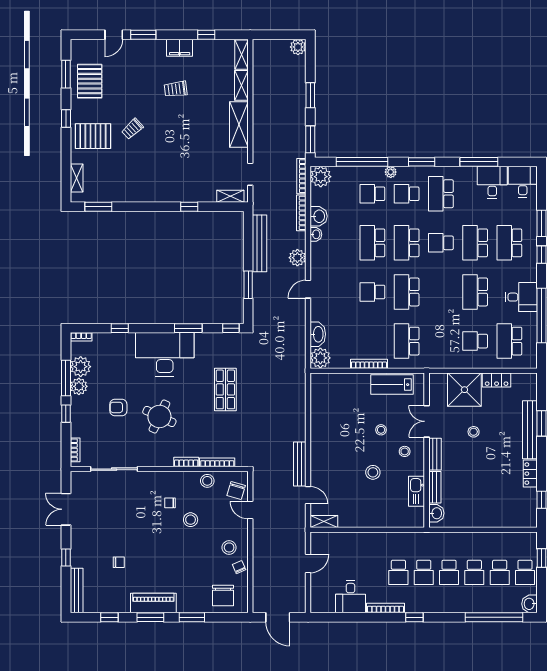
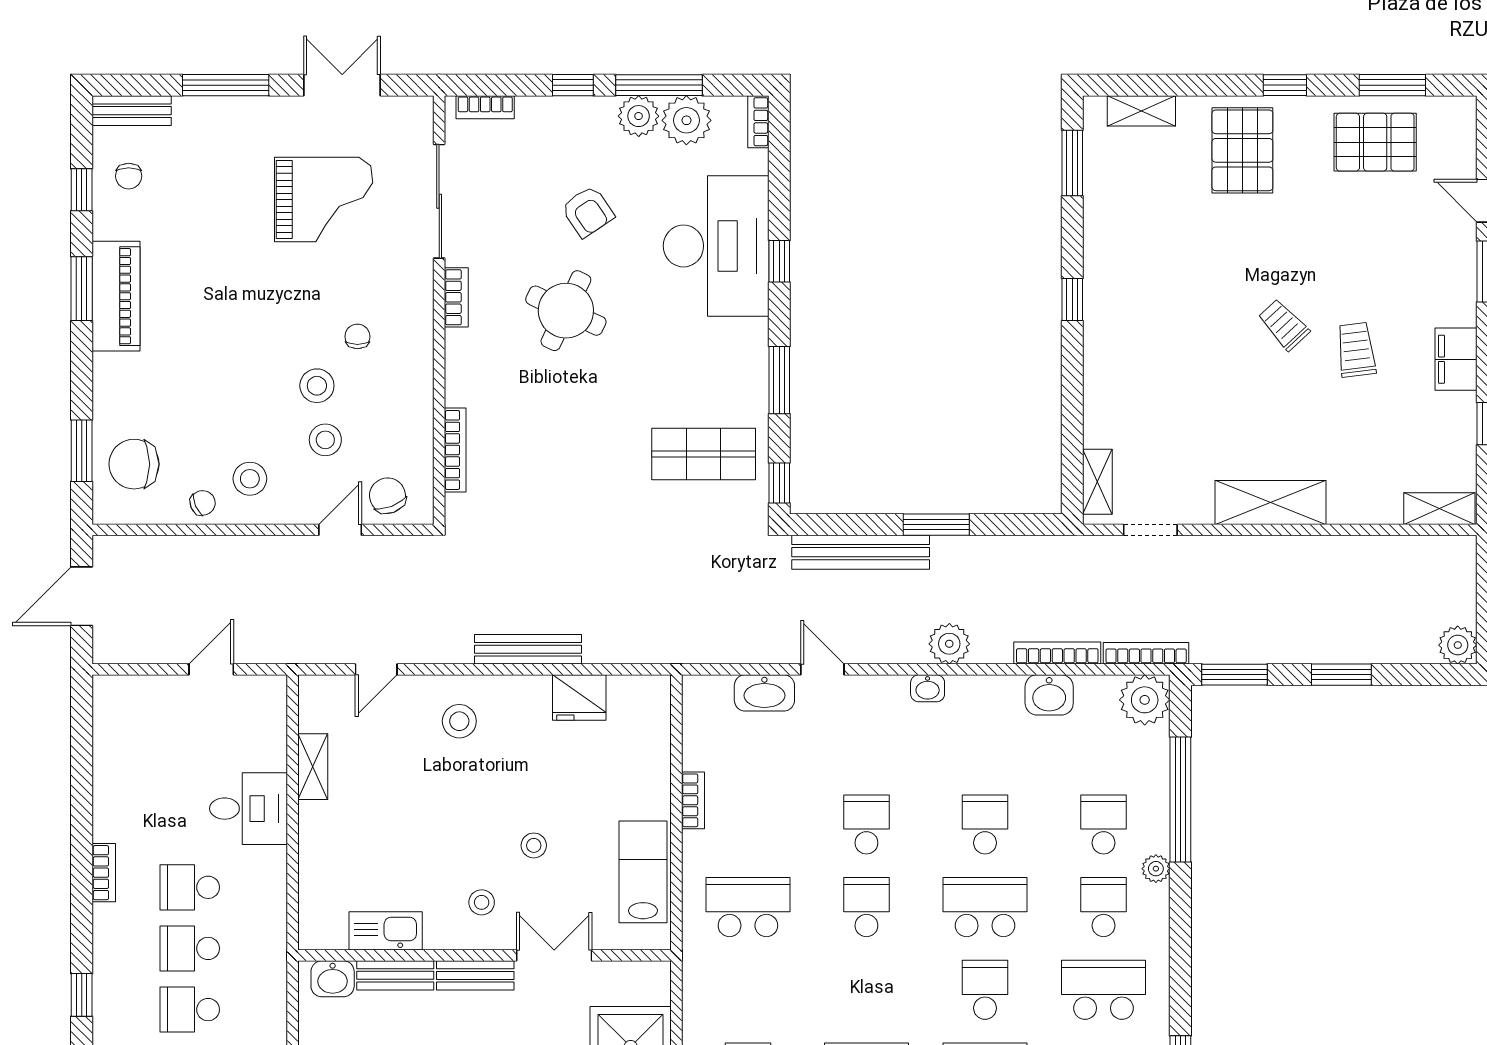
shelving: (241, 85) -> (1365, 508), removed
trolley: (132, 129) -> (1284, 325), moved
window: (422, 162) -> (1180, 943), removed
window: (189, 207) -> (1072, 299), moved
washbasin: (316, 234) -> (928, 688), moved
bench: (260, 243) -> (861, 552), moved
school desk: (372, 243) -> (985, 824), width x0.54
window: (248, 285) -> (936, 525), moved
door: (308, 289) -> (822, 669), moved
school desk: (407, 292) -> (866, 907), width x0.54
window: (120, 328) -> (779, 261), moved
desk: (165, 354) -> (716, 246), moved
plant: (320, 358) -> (707, 699), removed
bookcase: (369, 364) -> (693, 800), width x0.64
shop shelf: (225, 389) -> (704, 454), moved
armchair: (118, 407) -> (588, 212), turned 146
fridge: (320, 411) -> (579, 698), added
bookcase: (186, 462) -> (456, 297), moved
bench: (300, 464) -> (528, 649), moved
stool: (373, 472) -> (459, 721), moved
stool: (207, 481) -> (325, 440), moved
chair: (236, 490) -> (388, 496), turned 53
grand piano: (113, 517) -> (324, 200), added
shelving: (324, 521) -> (313, 767), moved
window: (66, 557) -> (226, 85), width x2.17
chair: (119, 562) -> (129, 176), moved
door: (308, 563) -> (211, 669), swing flipped
bench: (77, 591) -> (132, 111), width x0.73
desk: (351, 597) -> (249, 809), moved, turned 180
bookcase: (385, 608) -> (104, 873), width x0.64
window: (192, 617) -> (82, 451), moved
window: (414, 617) -> (82, 995), moved

